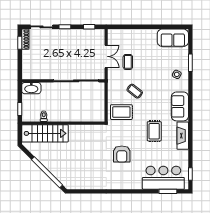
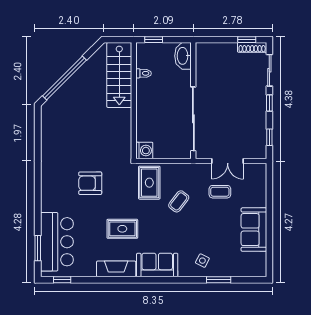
sofa: (173, 38) -> (254, 230), moved
washing machine: (99, 116) -> (144, 151), added

